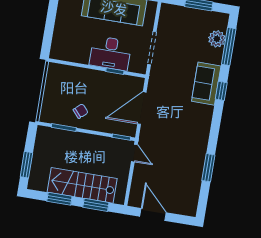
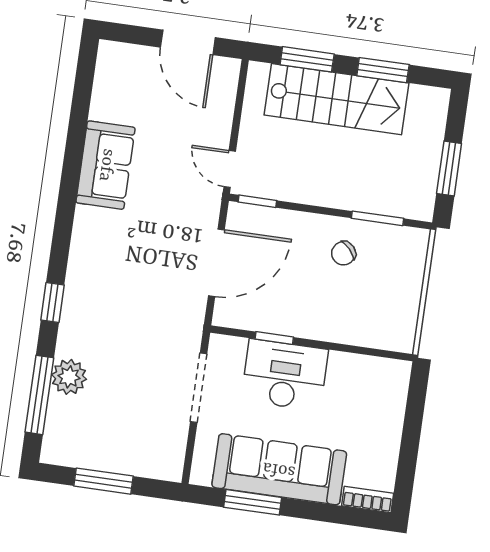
plant: (217, 39) -> (69, 377), moved
sofa: (206, 84) -> (106, 165), moved
window: (26, 165) -> (449, 168), moved
window: (208, 168) -> (75, 142), removed

